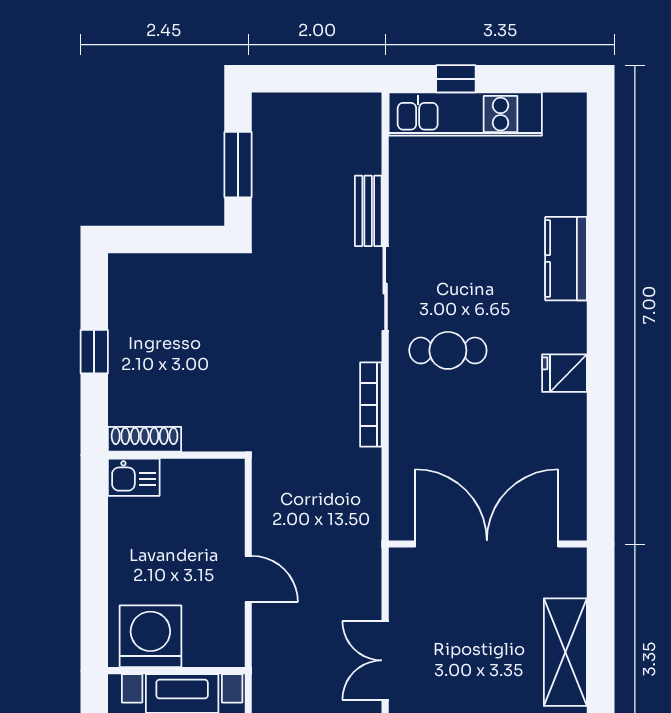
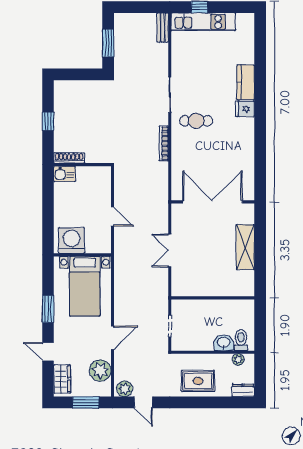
bench: (368, 211) -> (163, 28), moved
fridge: (564, 373) -> (245, 109), moved

